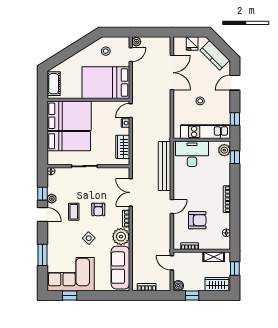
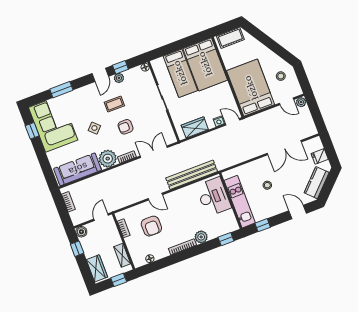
plant: (224, 150) -> (201, 237), moved

